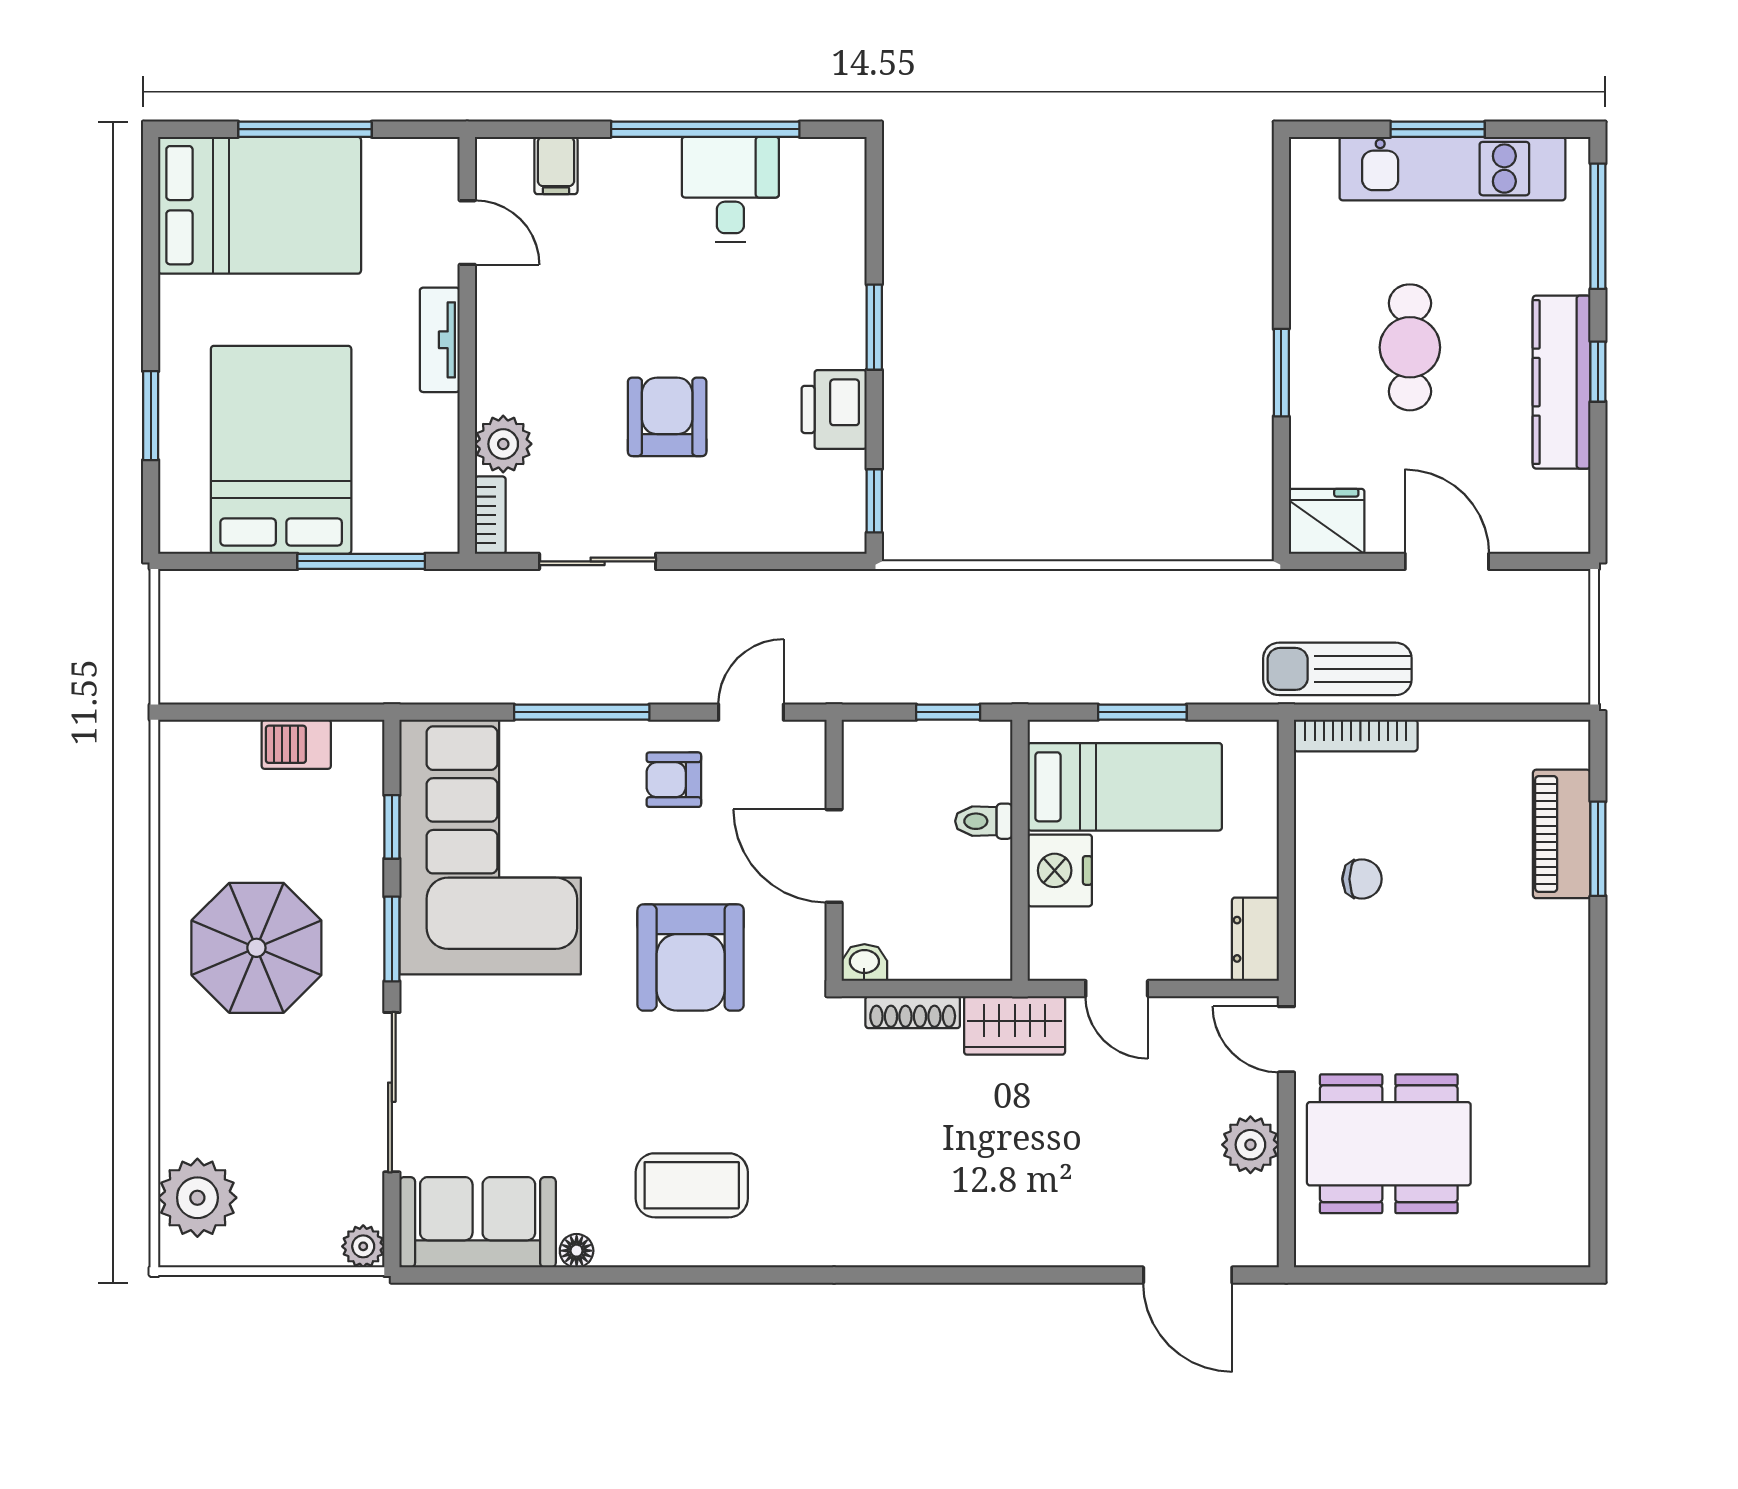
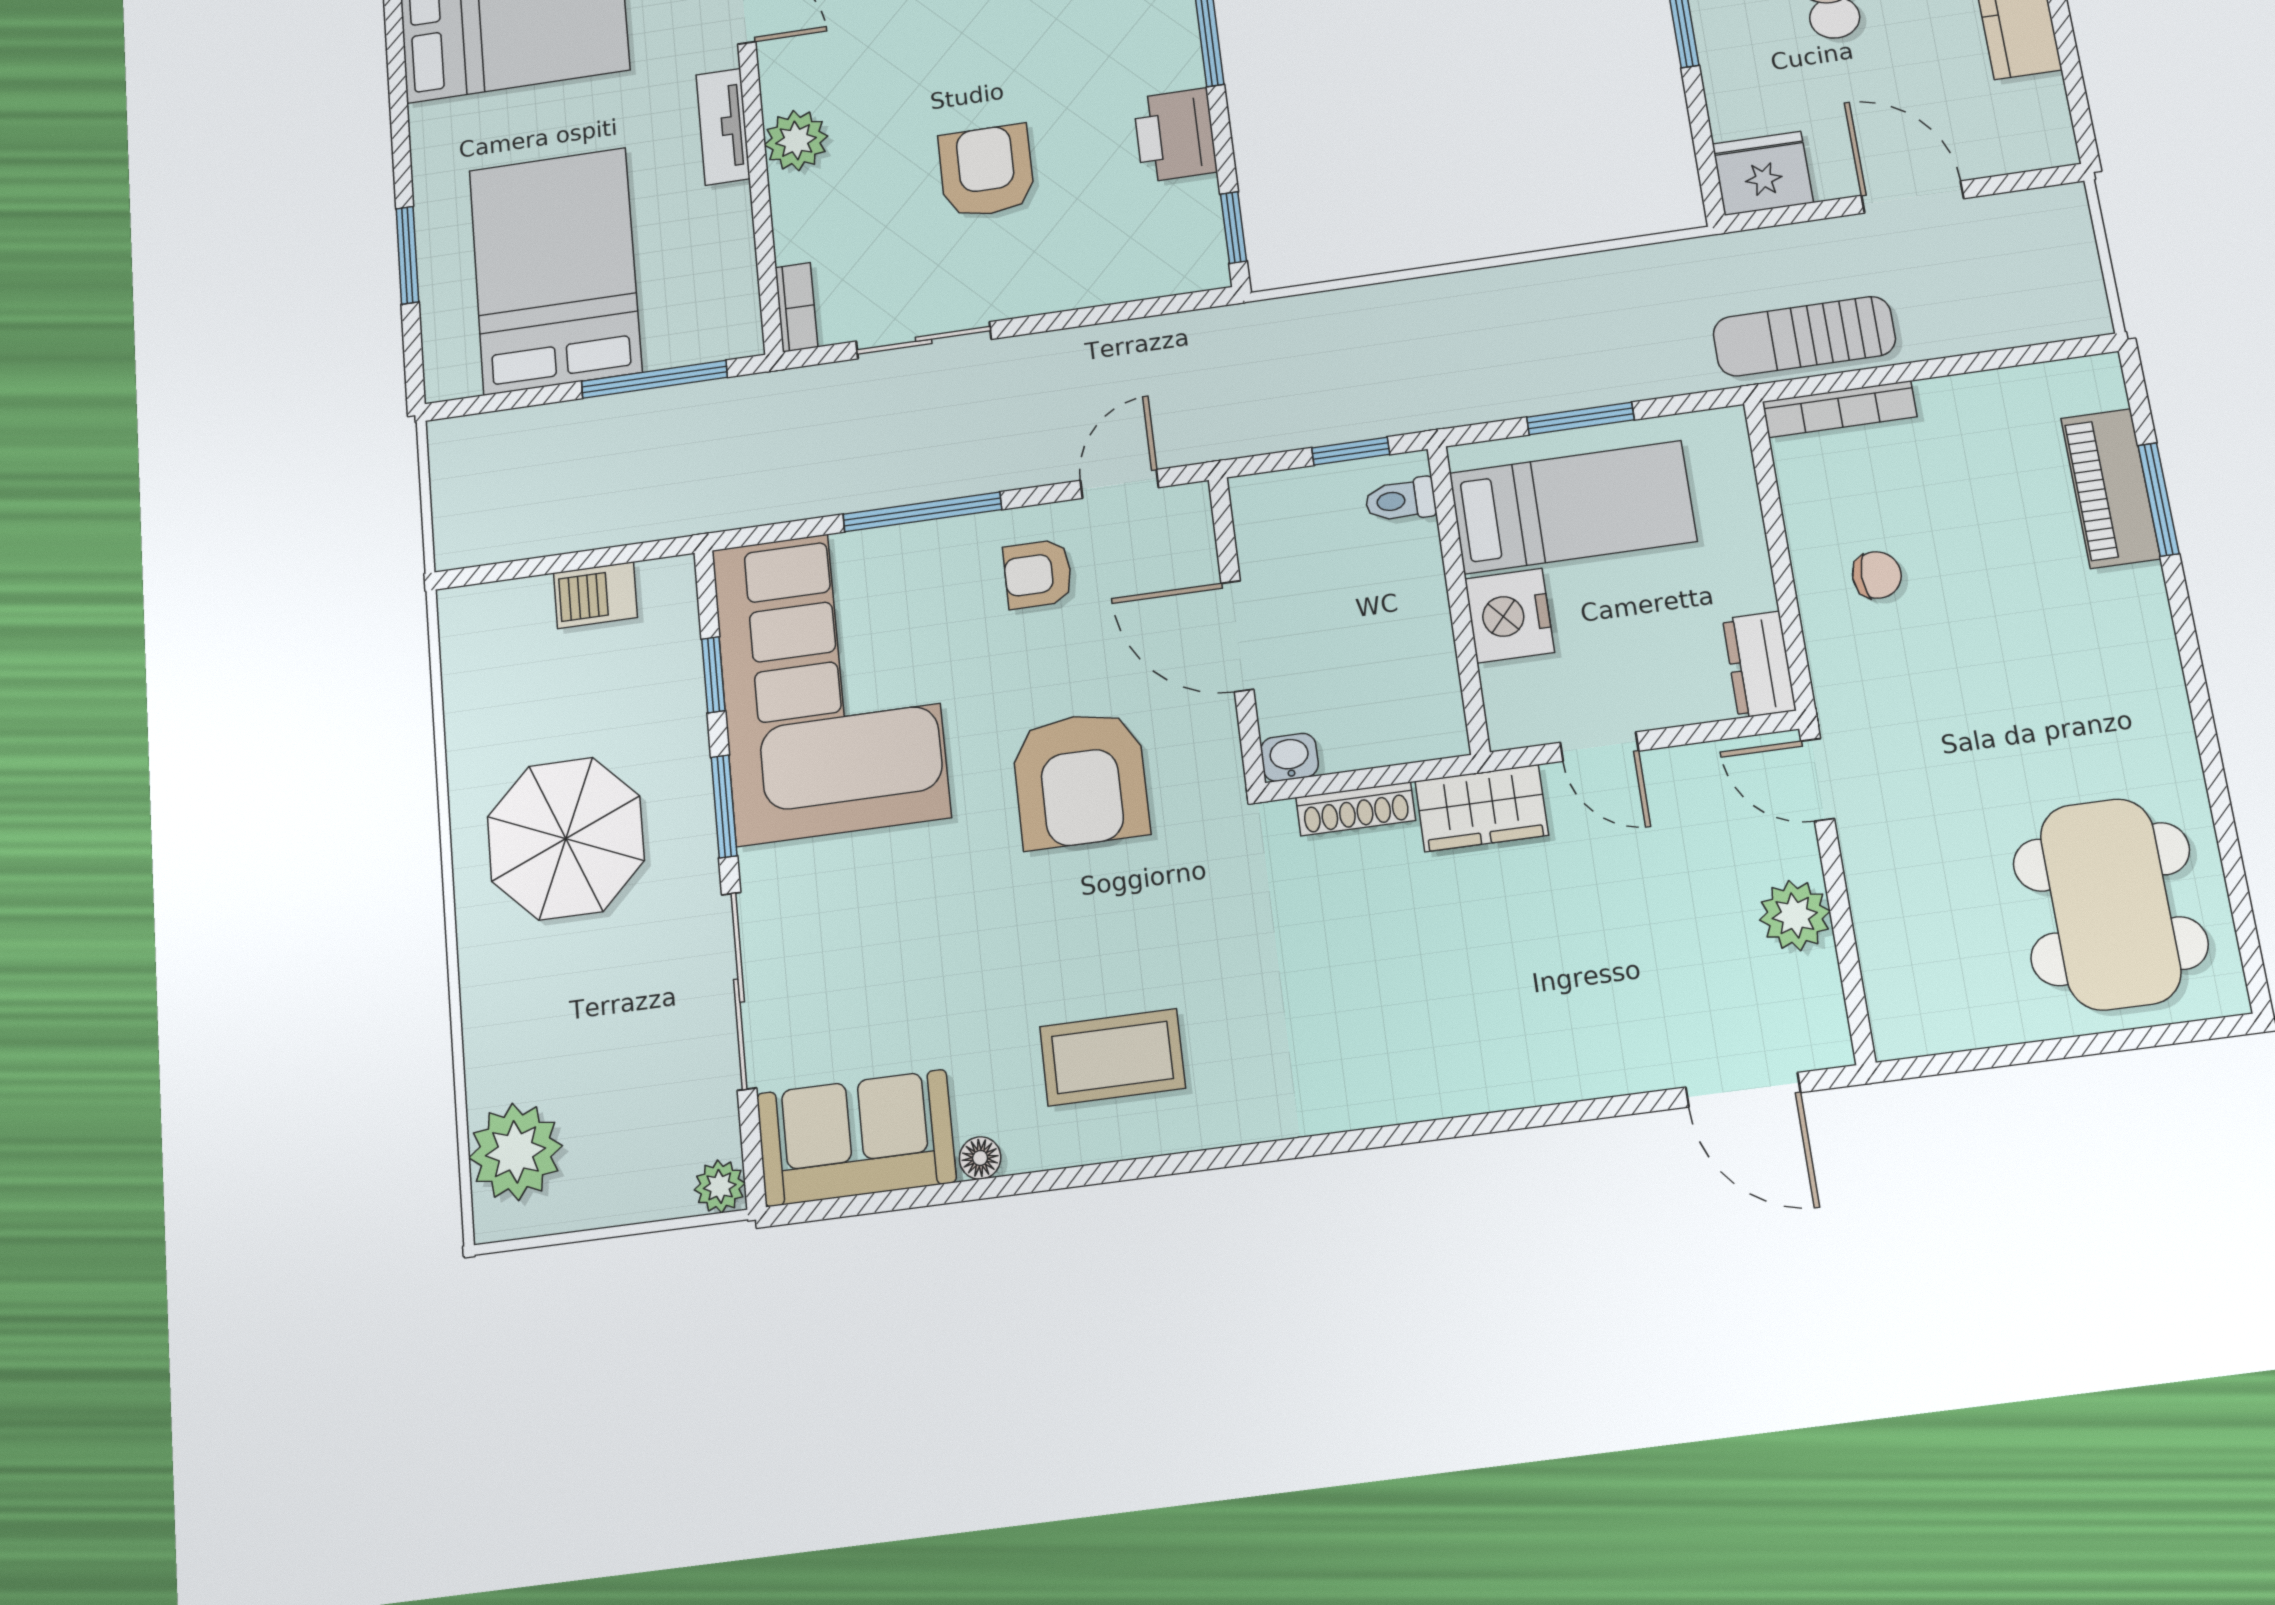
plant: (503, 444) -> (796, 141), moved
toilet: (984, 821) -> (1400, 500), moved
dining table: (1389, 1144) -> (2110, 904), moved, turned 90

